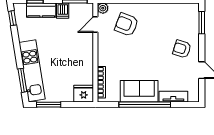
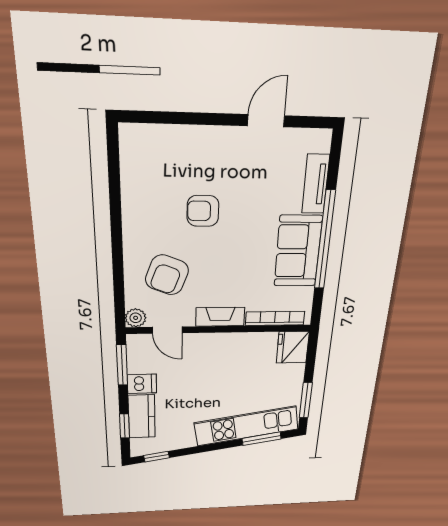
window: (202, 23) -> (162, 117), removed
armchair: (182, 49) -> (203, 211), moved, turned 72
fireplace: (103, 52) -> (220, 317), added

